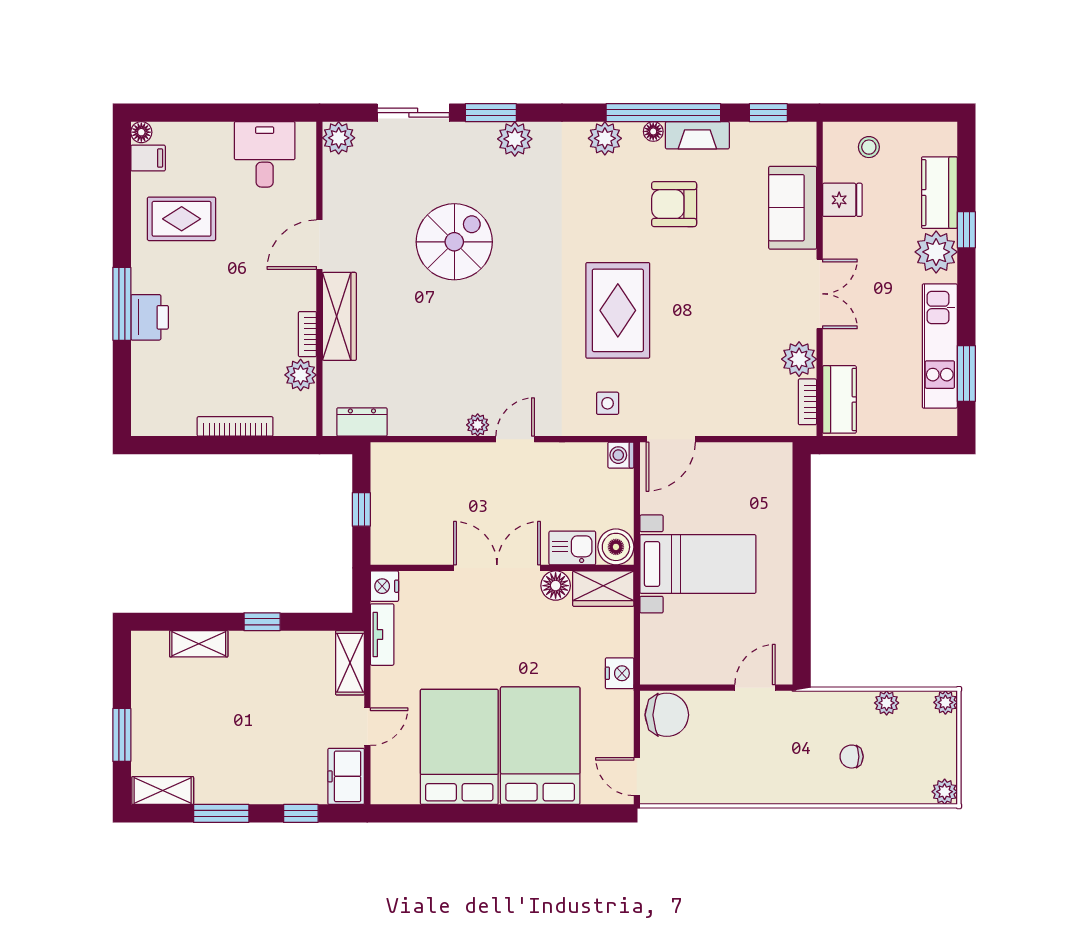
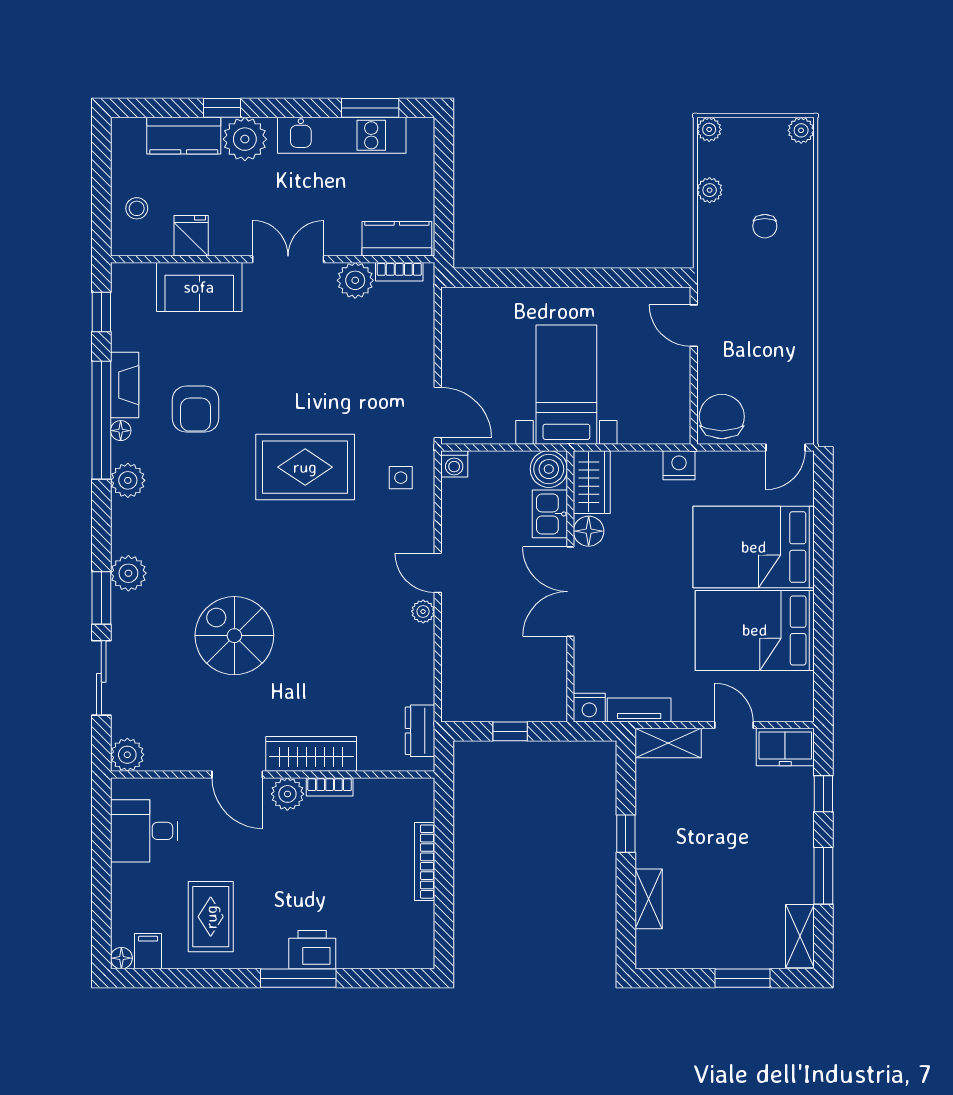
plant: (301, 375) -> (287, 794), moved

